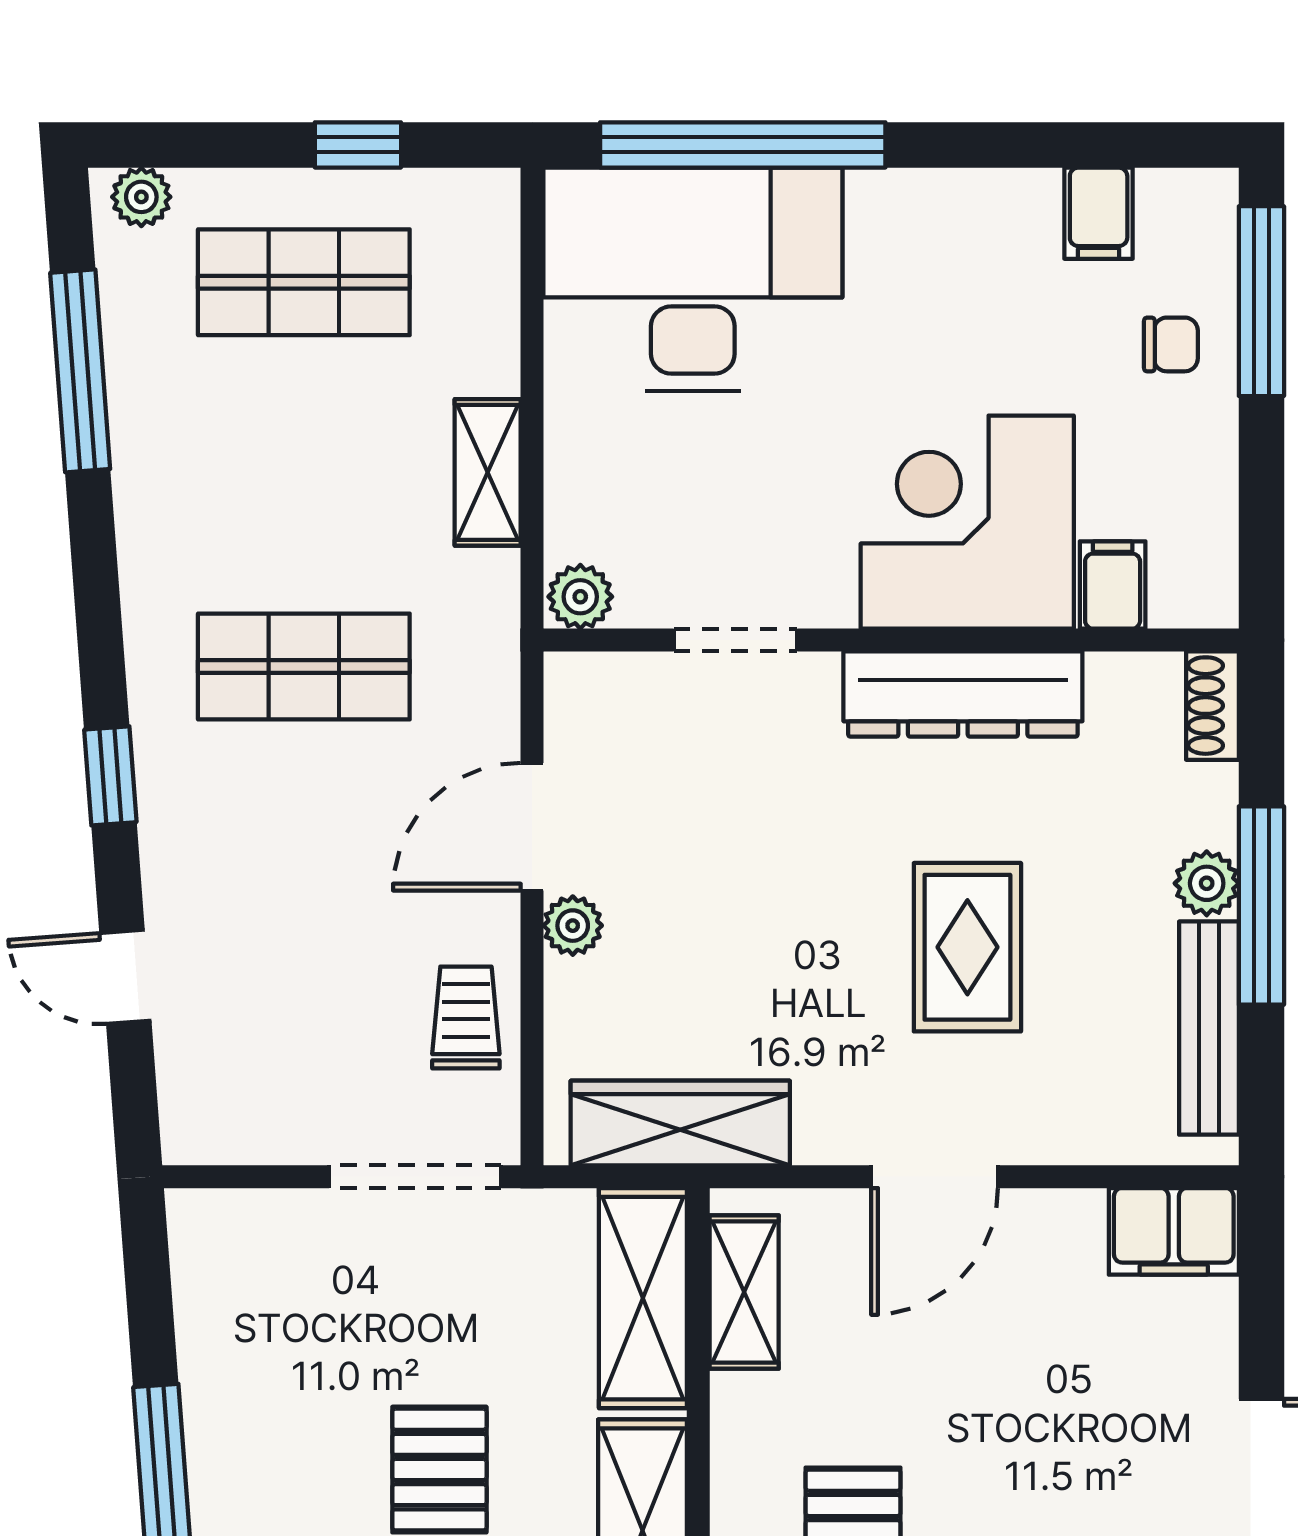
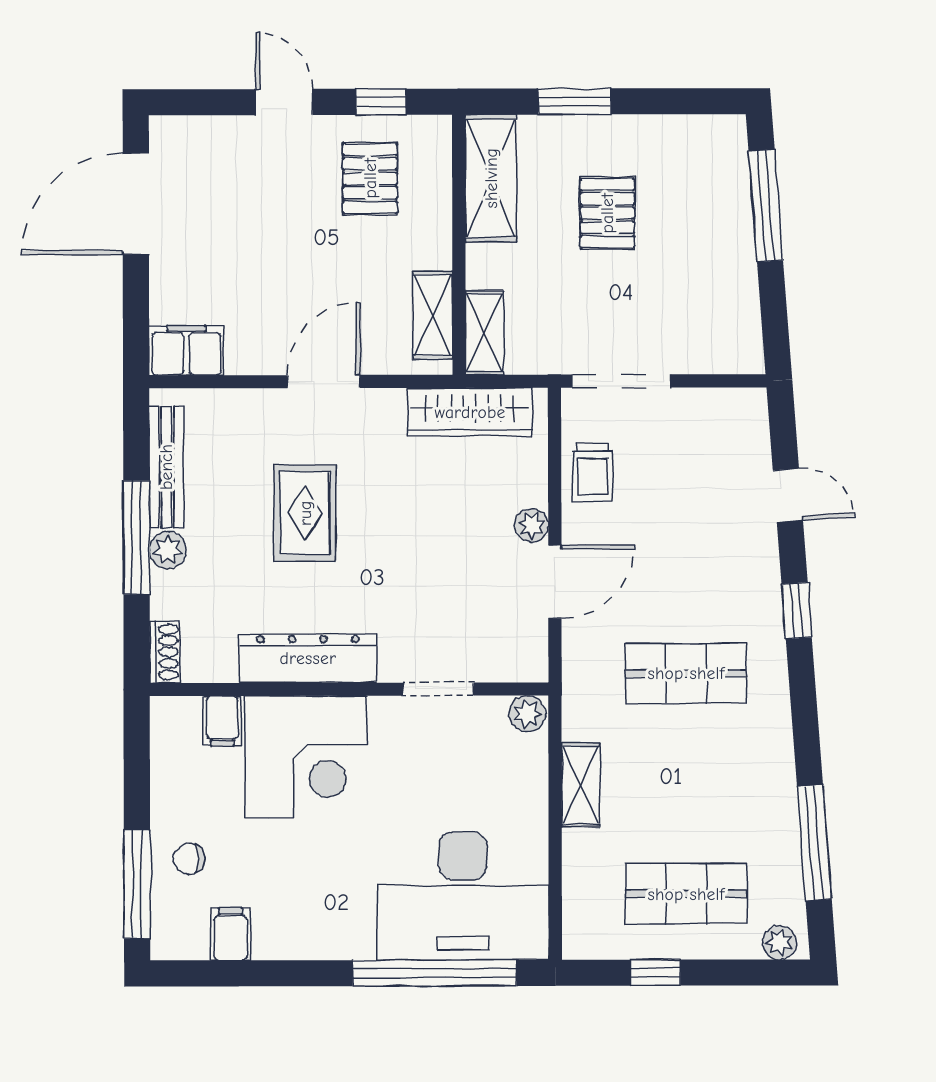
shelving: (643, 1298) -> (484, 333), width x0.67, depth x0.75

